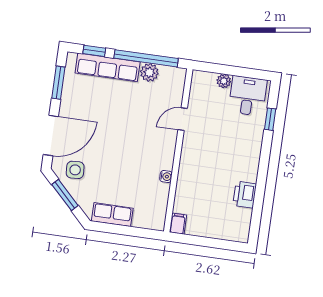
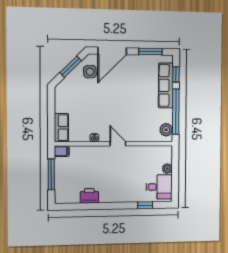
plant: (149, 72) -> (166, 130), moved
door: (183, 119) -> (118, 144), moved
door: (51, 136) -> (112, 51), hinge flipped
row of seats: (112, 215) -> (61, 128), moved
window: (207, 242) -> (51, 174), added

